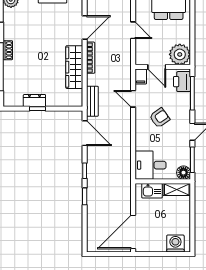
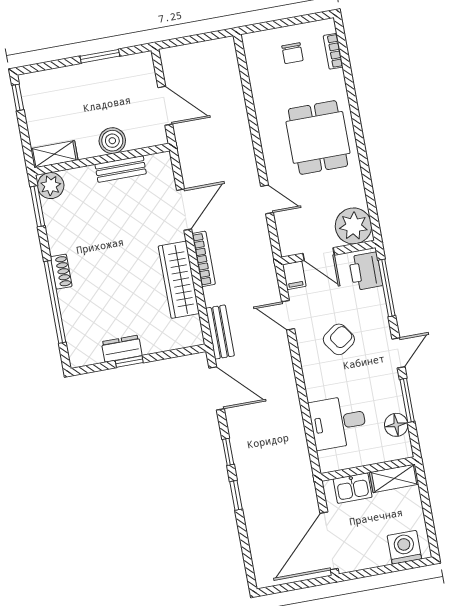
wall: (163, 181) -> (368, 469), moved
shelving: (177, 190) -> (394, 478), moved
kitchen sink: (152, 191) -> (353, 488), moved

